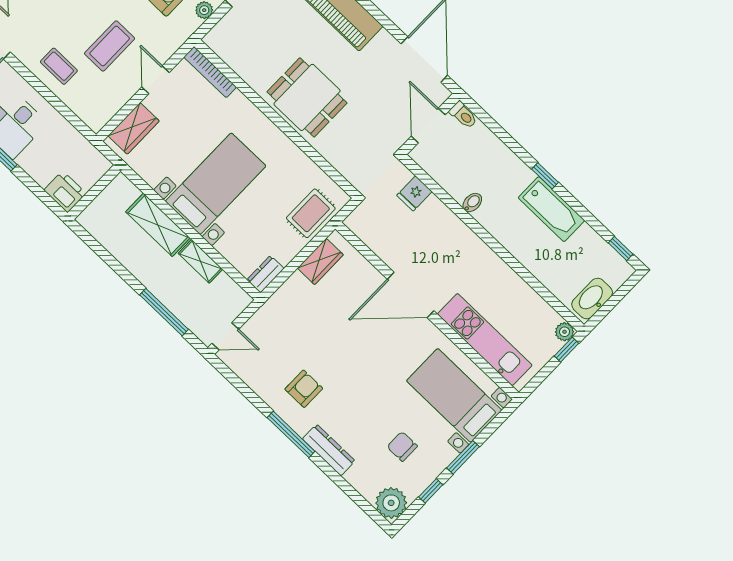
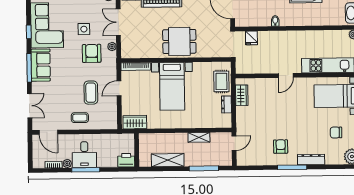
door: (156, 80) -> (119, 88), hinge flipped
wardrobe: (134, 128) -> (135, 122), moved, turned -90
bed with nightstands: (216, 184) -> (172, 86), moved, turned 180
shelving: (158, 225) -> (168, 160), moved
dresser: (265, 274) -> (227, 104), moved
door: (411, 295) -> (286, 75), width x0.53
door: (225, 336) -> (234, 143), moved

